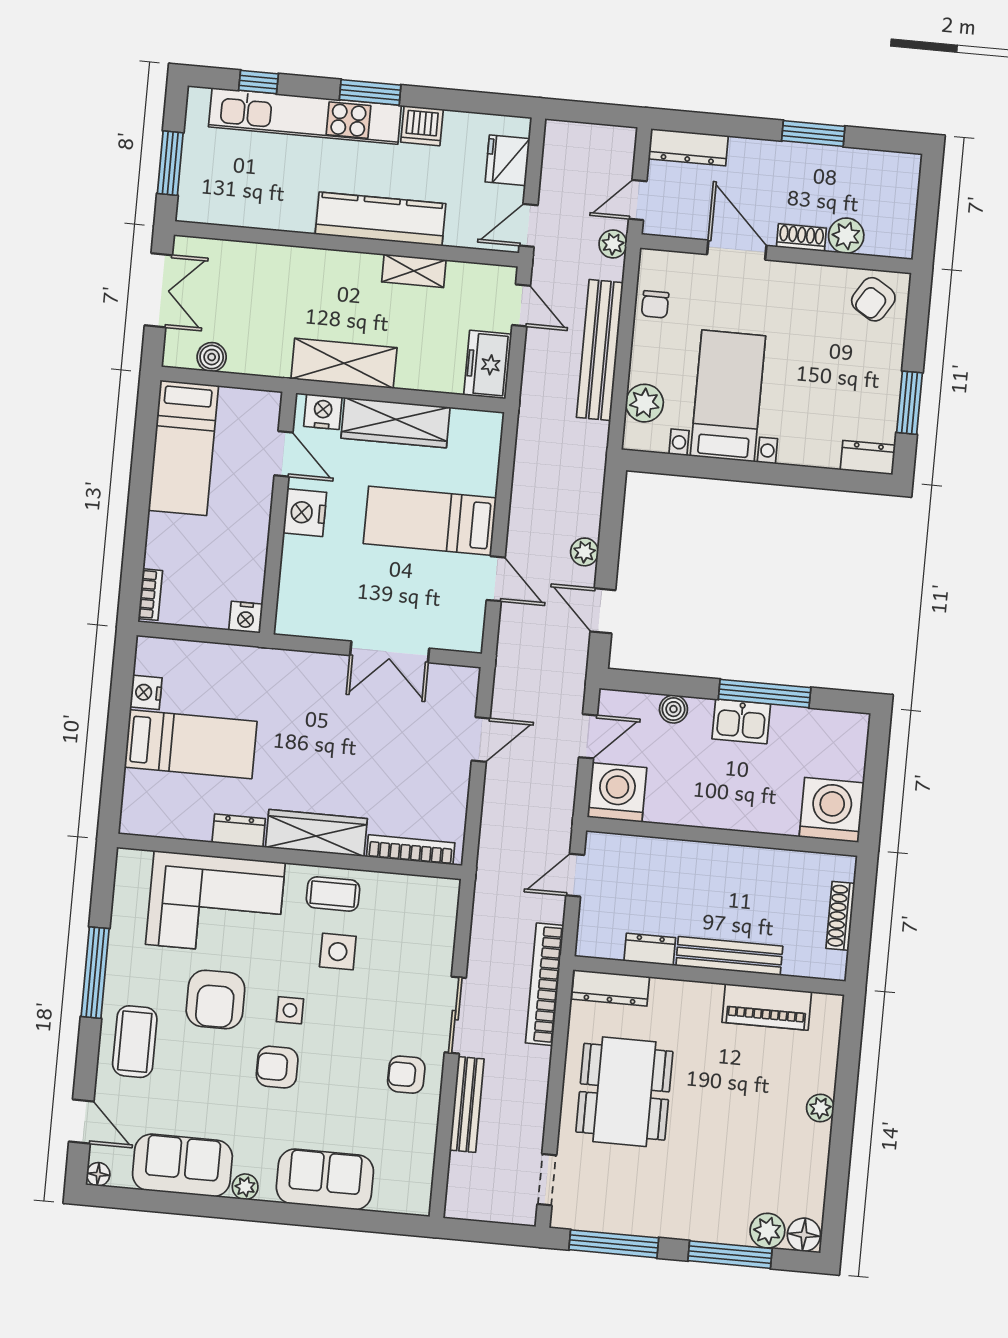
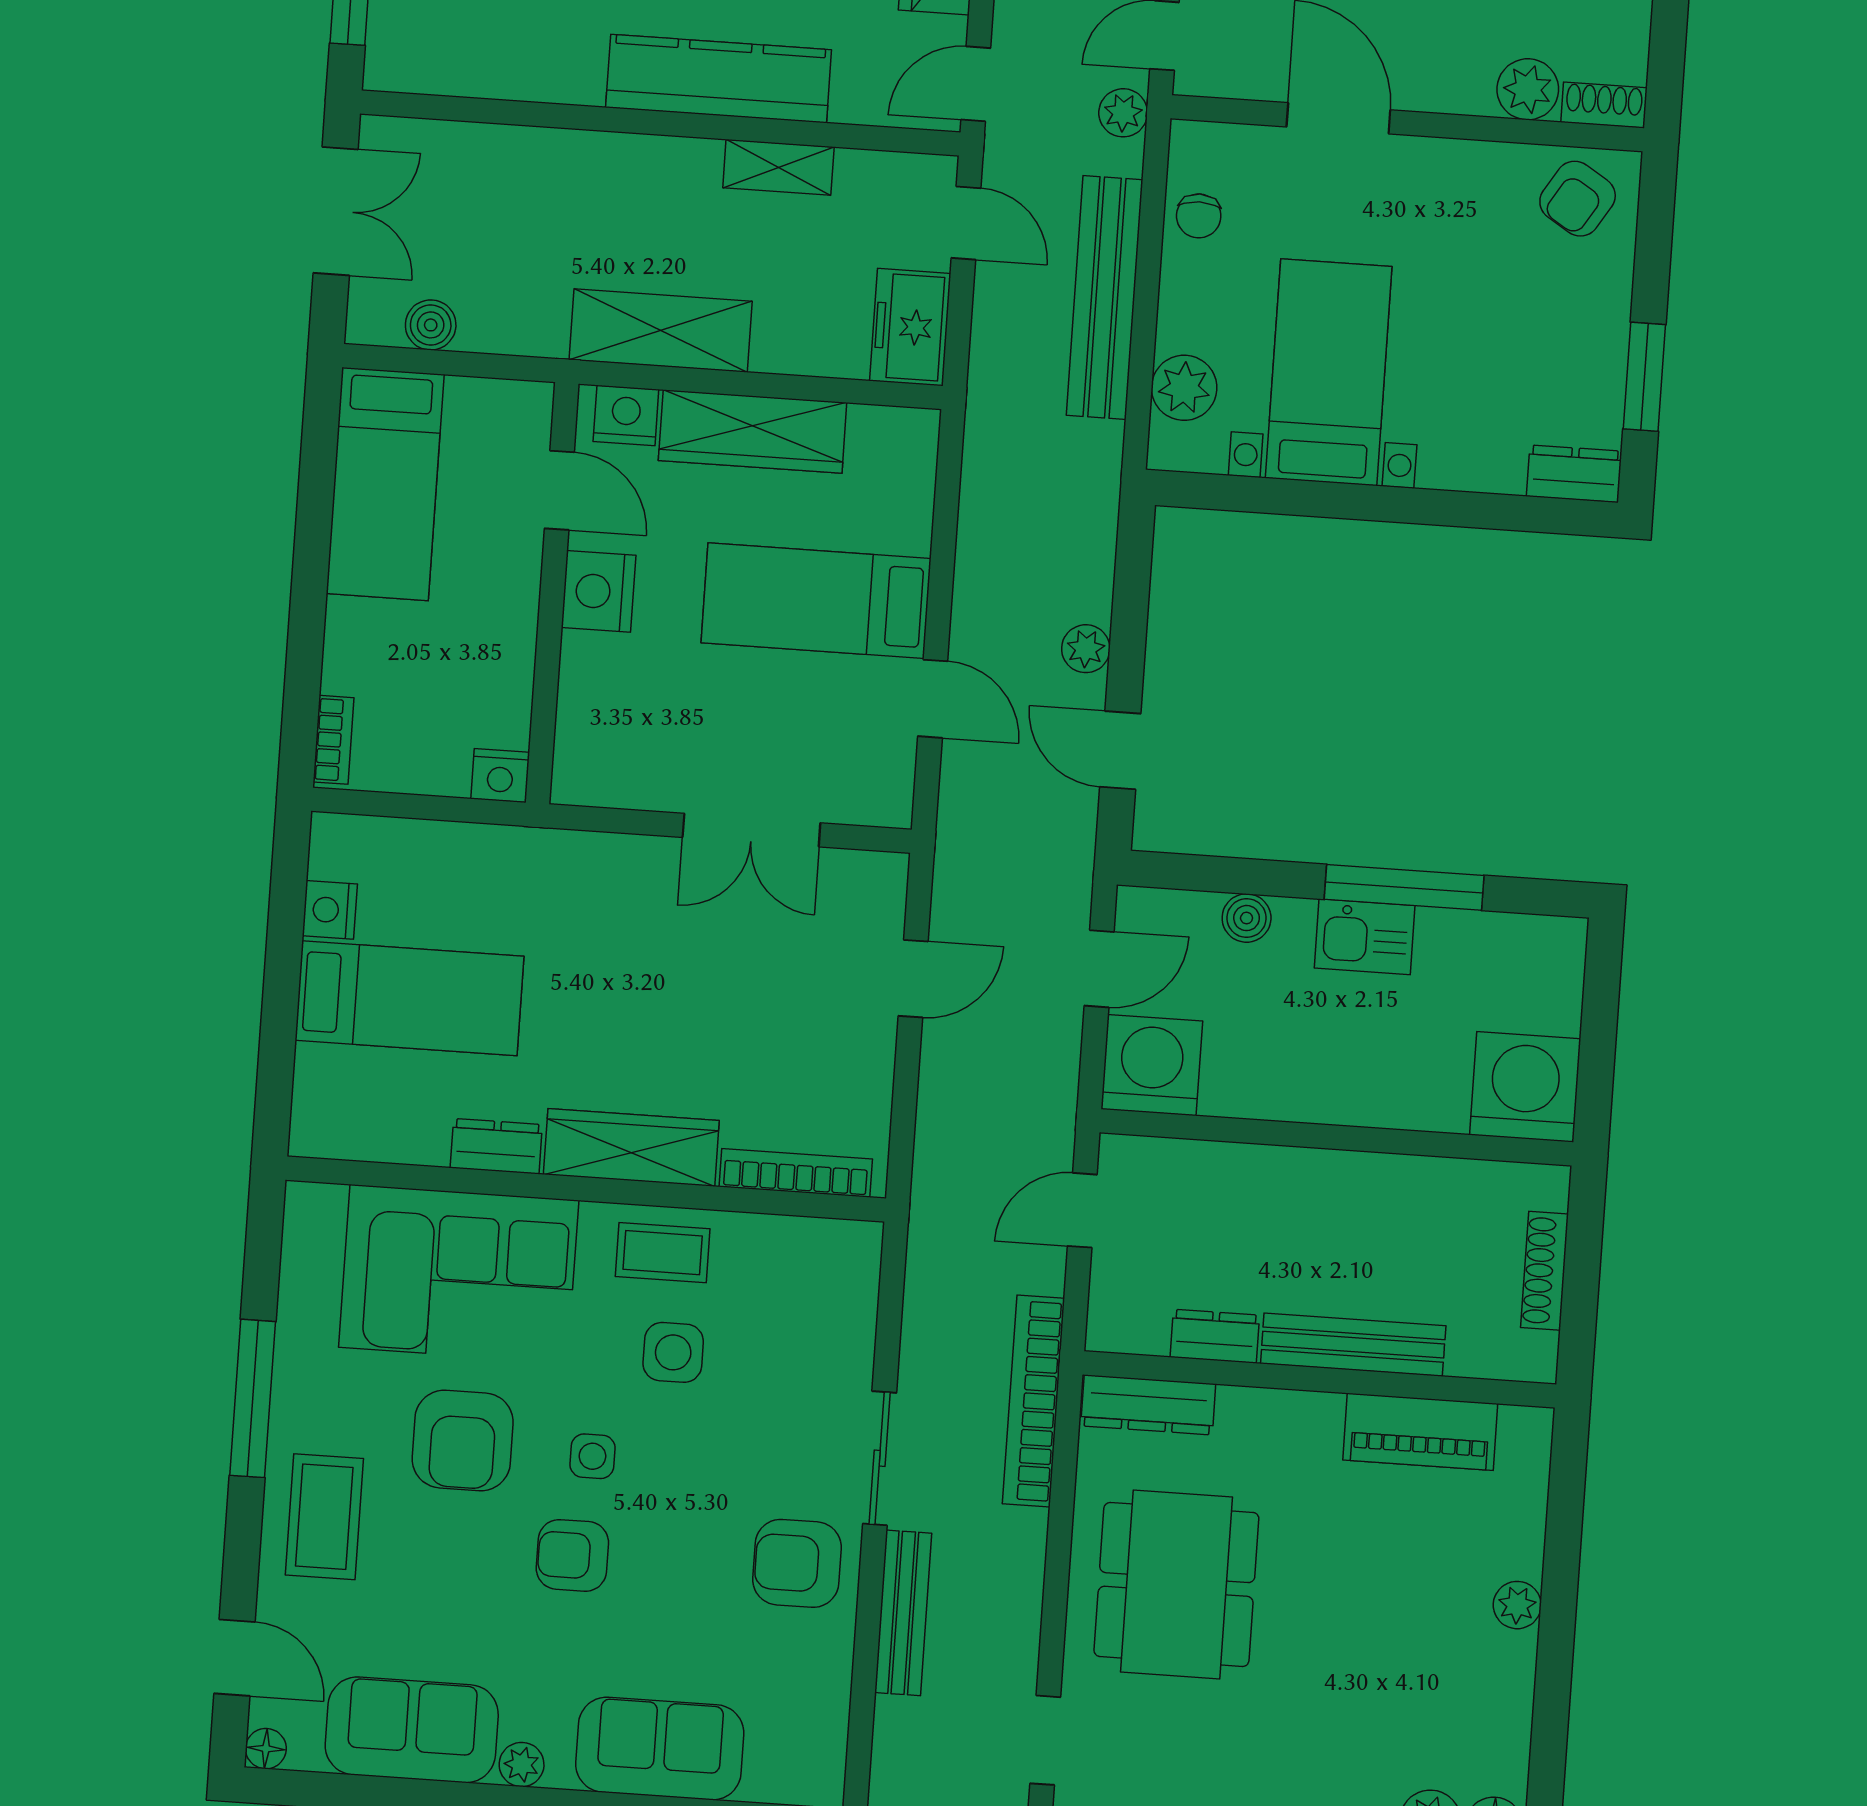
shoe rack: (801, 238) -> (1604, 105), moved
armchair: (406, 1075) -> (797, 1563), width x1.38, depth x1.38

